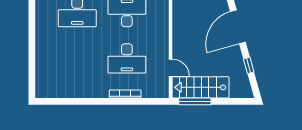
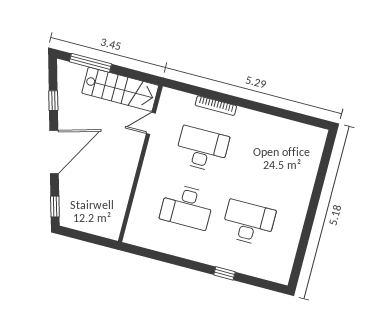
door: (171, 68) -> (151, 123), hinge flipped
window: (195, 101) -> (90, 63), moved

